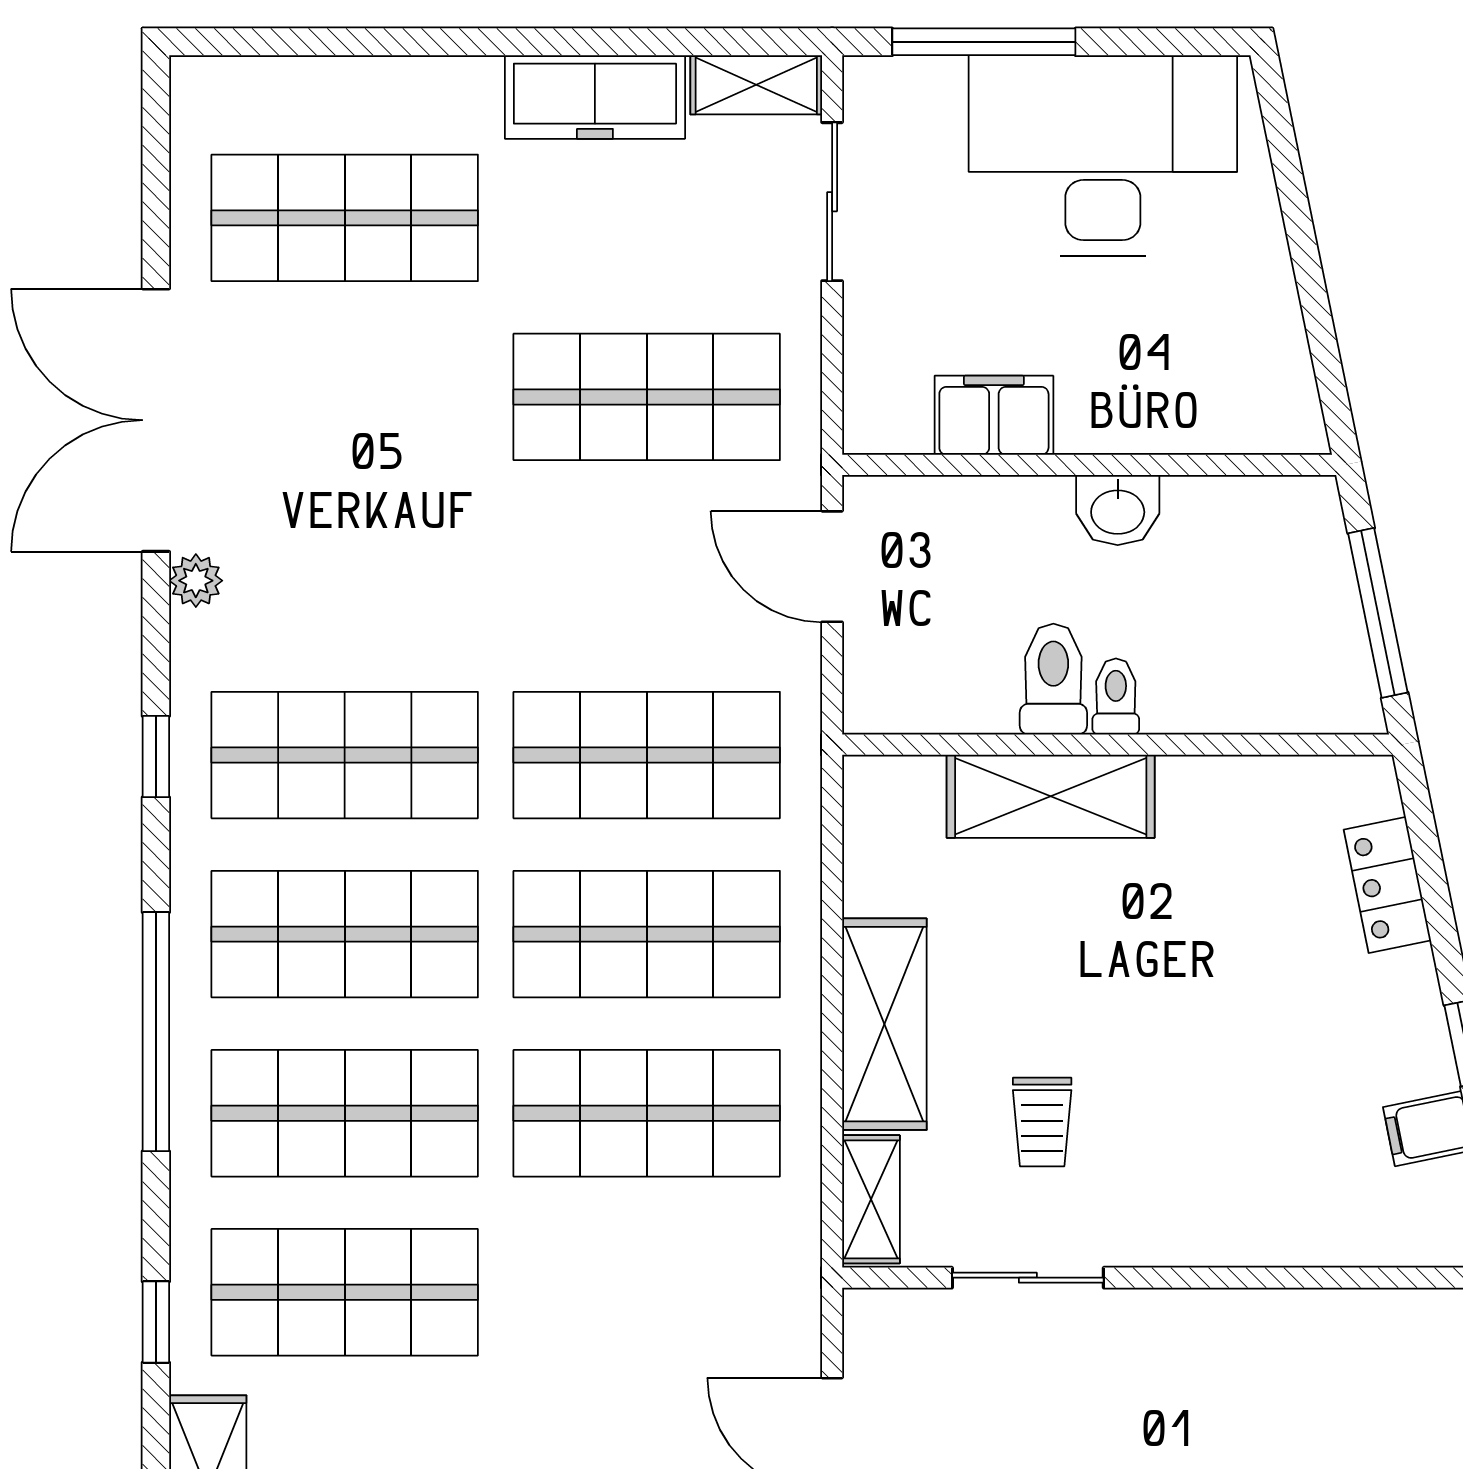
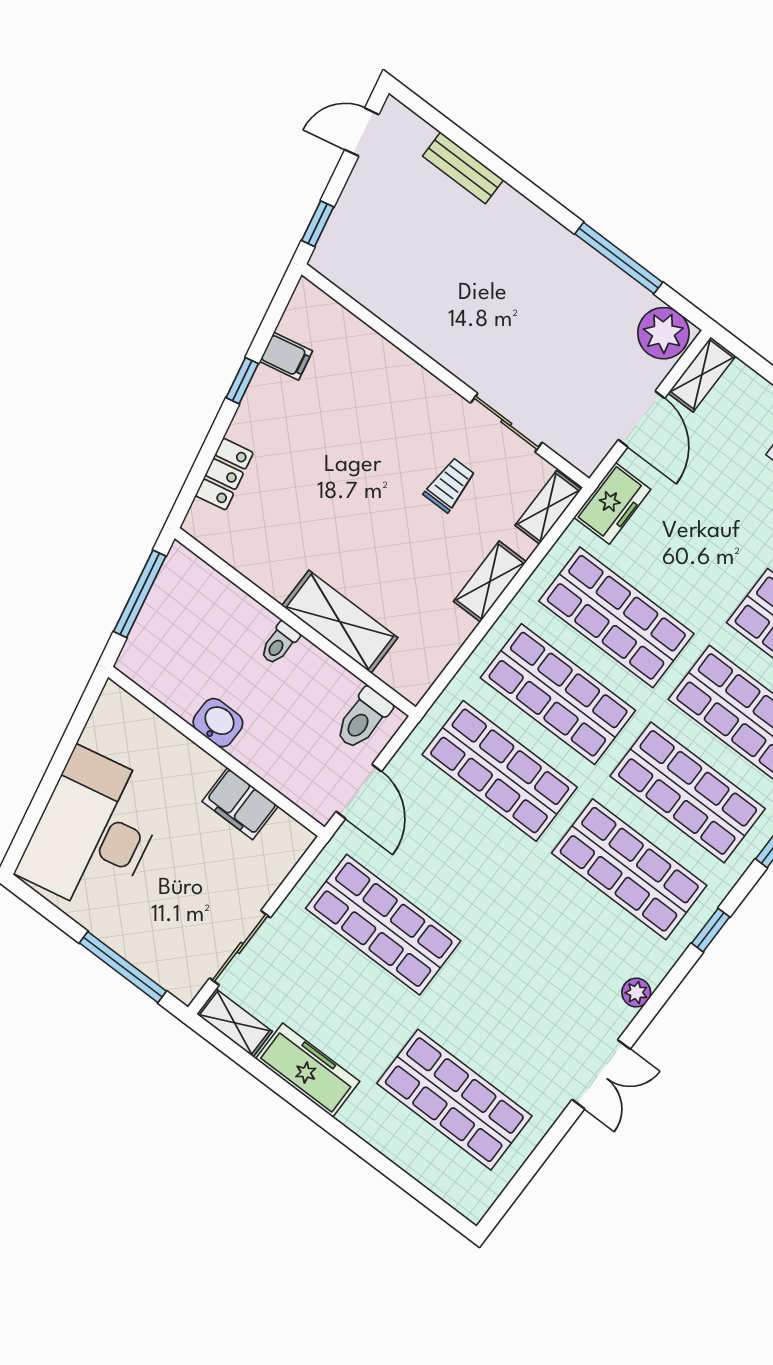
desk: (1103, 156) -> (93, 832), moved, turned 78
double door: (156, 420) -> (601, 1074), width x0.54
toilet: (1053, 679) -> (363, 719), moved
shelving: (884, 1024) -> (490, 582), width x0.67, depth x0.75
freezer: (781, 1277) -> (612, 503), added

